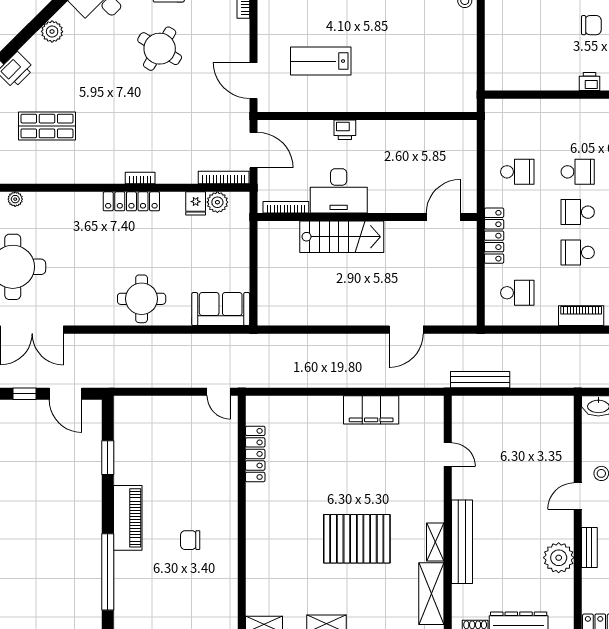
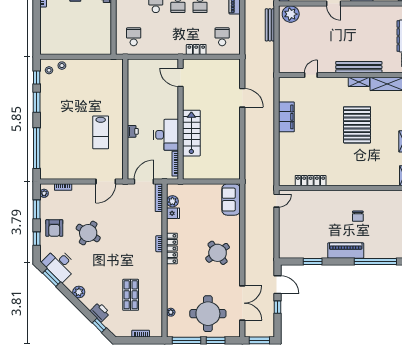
lab bench: (321, 61) -> (101, 132), moved
school desk: (517, 172) -> (134, 37), moved
locker: (494, 236) -> (196, 50), width x0.66
round table: (142, 299) -> (218, 253), moved, turned -36
bench: (480, 380) -> (270, 25), moved
door: (65, 394) -> (278, 285), hinge flipped
plant: (559, 558) -> (291, 14), moved

